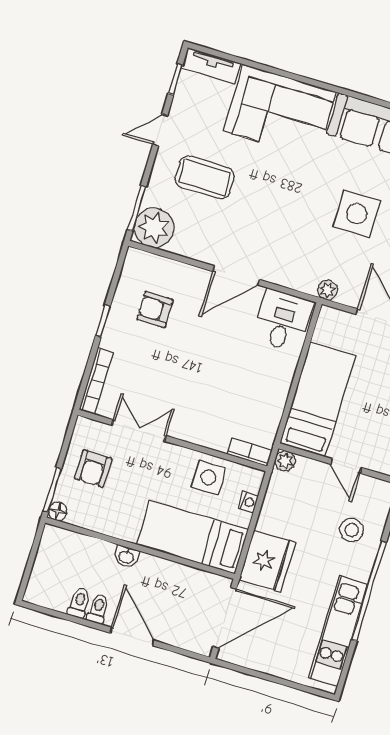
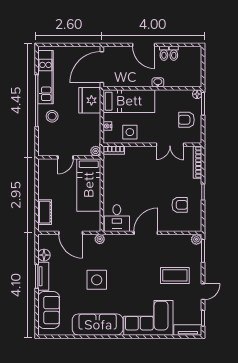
plant: (154, 228) -> (196, 239), width x0.53, depth x0.53
door: (346, 466) -> (66, 157), swing flipped
armchair: (93, 469) -> (186, 120), turned -90
stool: (352, 530) -> (52, 116), moved

